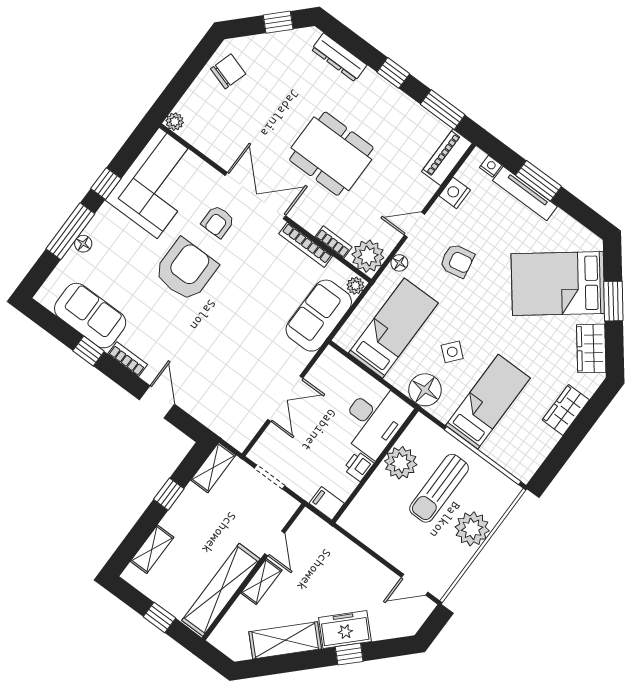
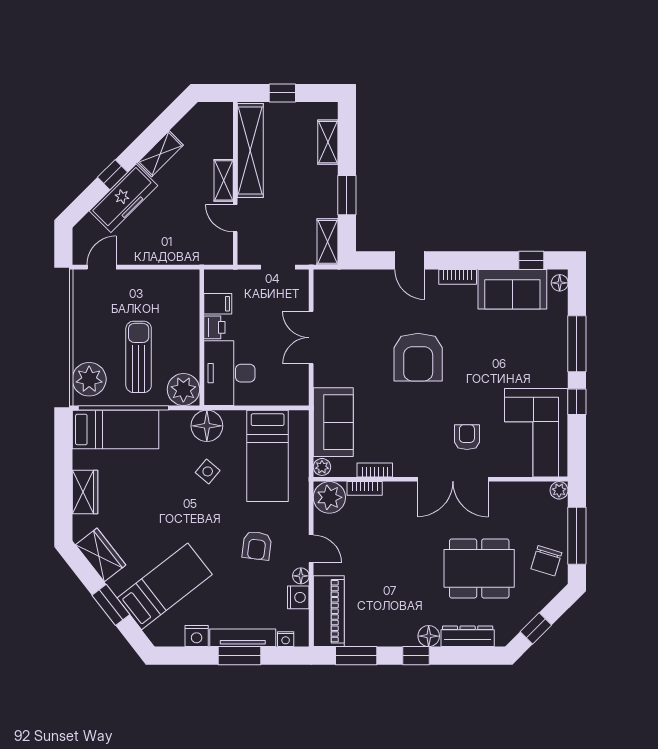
window: (188, 73) -> (577, 536), added
floor lamp: (371, 81) -> (429, 636), added
dining table: (331, 154) -> (479, 568), moved
piano: (447, 157) -> (329, 611), width x1.37, depth x1.33
nightstand: (562, 223) -> (197, 636), added
door: (414, 225) -> (311, 549), hinge flipped
floor lamp: (83, 244) -> (560, 283), moved
bookcase: (306, 245) -> (375, 470), width x0.64
armchair: (457, 261) -> (257, 546), turned -72
floor lamp: (399, 263) -> (301, 576), moved
armchair: (186, 270) -> (418, 357), moved
bed: (558, 284) -> (165, 586), width x0.67
window: (88, 351) -> (531, 260), moved
bed: (488, 402) -> (115, 429), moved, turned -90
plant: (401, 463) -> (183, 389), moved
window: (169, 494) -> (347, 195), width x1.50
filing cabinet: (327, 503) -> (218, 304), moved
plant: (472, 529) -> (89, 379), moved
freezer: (345, 629) -> (123, 198), width x1.40
shelving: (285, 640) -> (160, 154), width x0.67, depth x0.75

